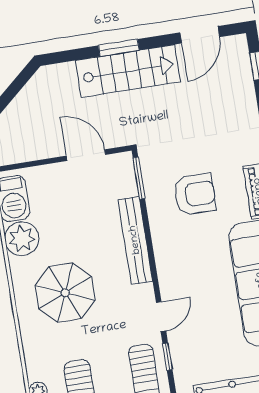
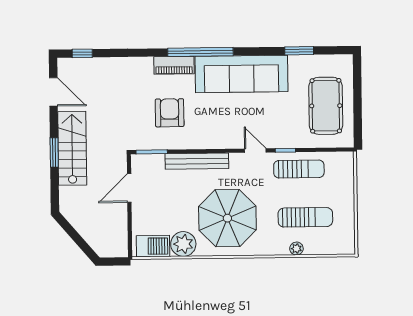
parasol: (65, 293) -> (227, 218), width x1.36, depth x1.36

